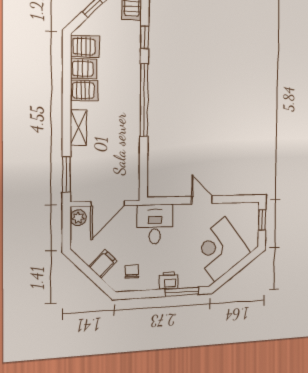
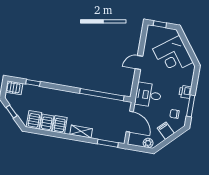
window: (144, 100) -> (102, 95), moved
plant: (78, 218) -> (148, 143), moved
window: (182, 292) -> (191, 106), moved

